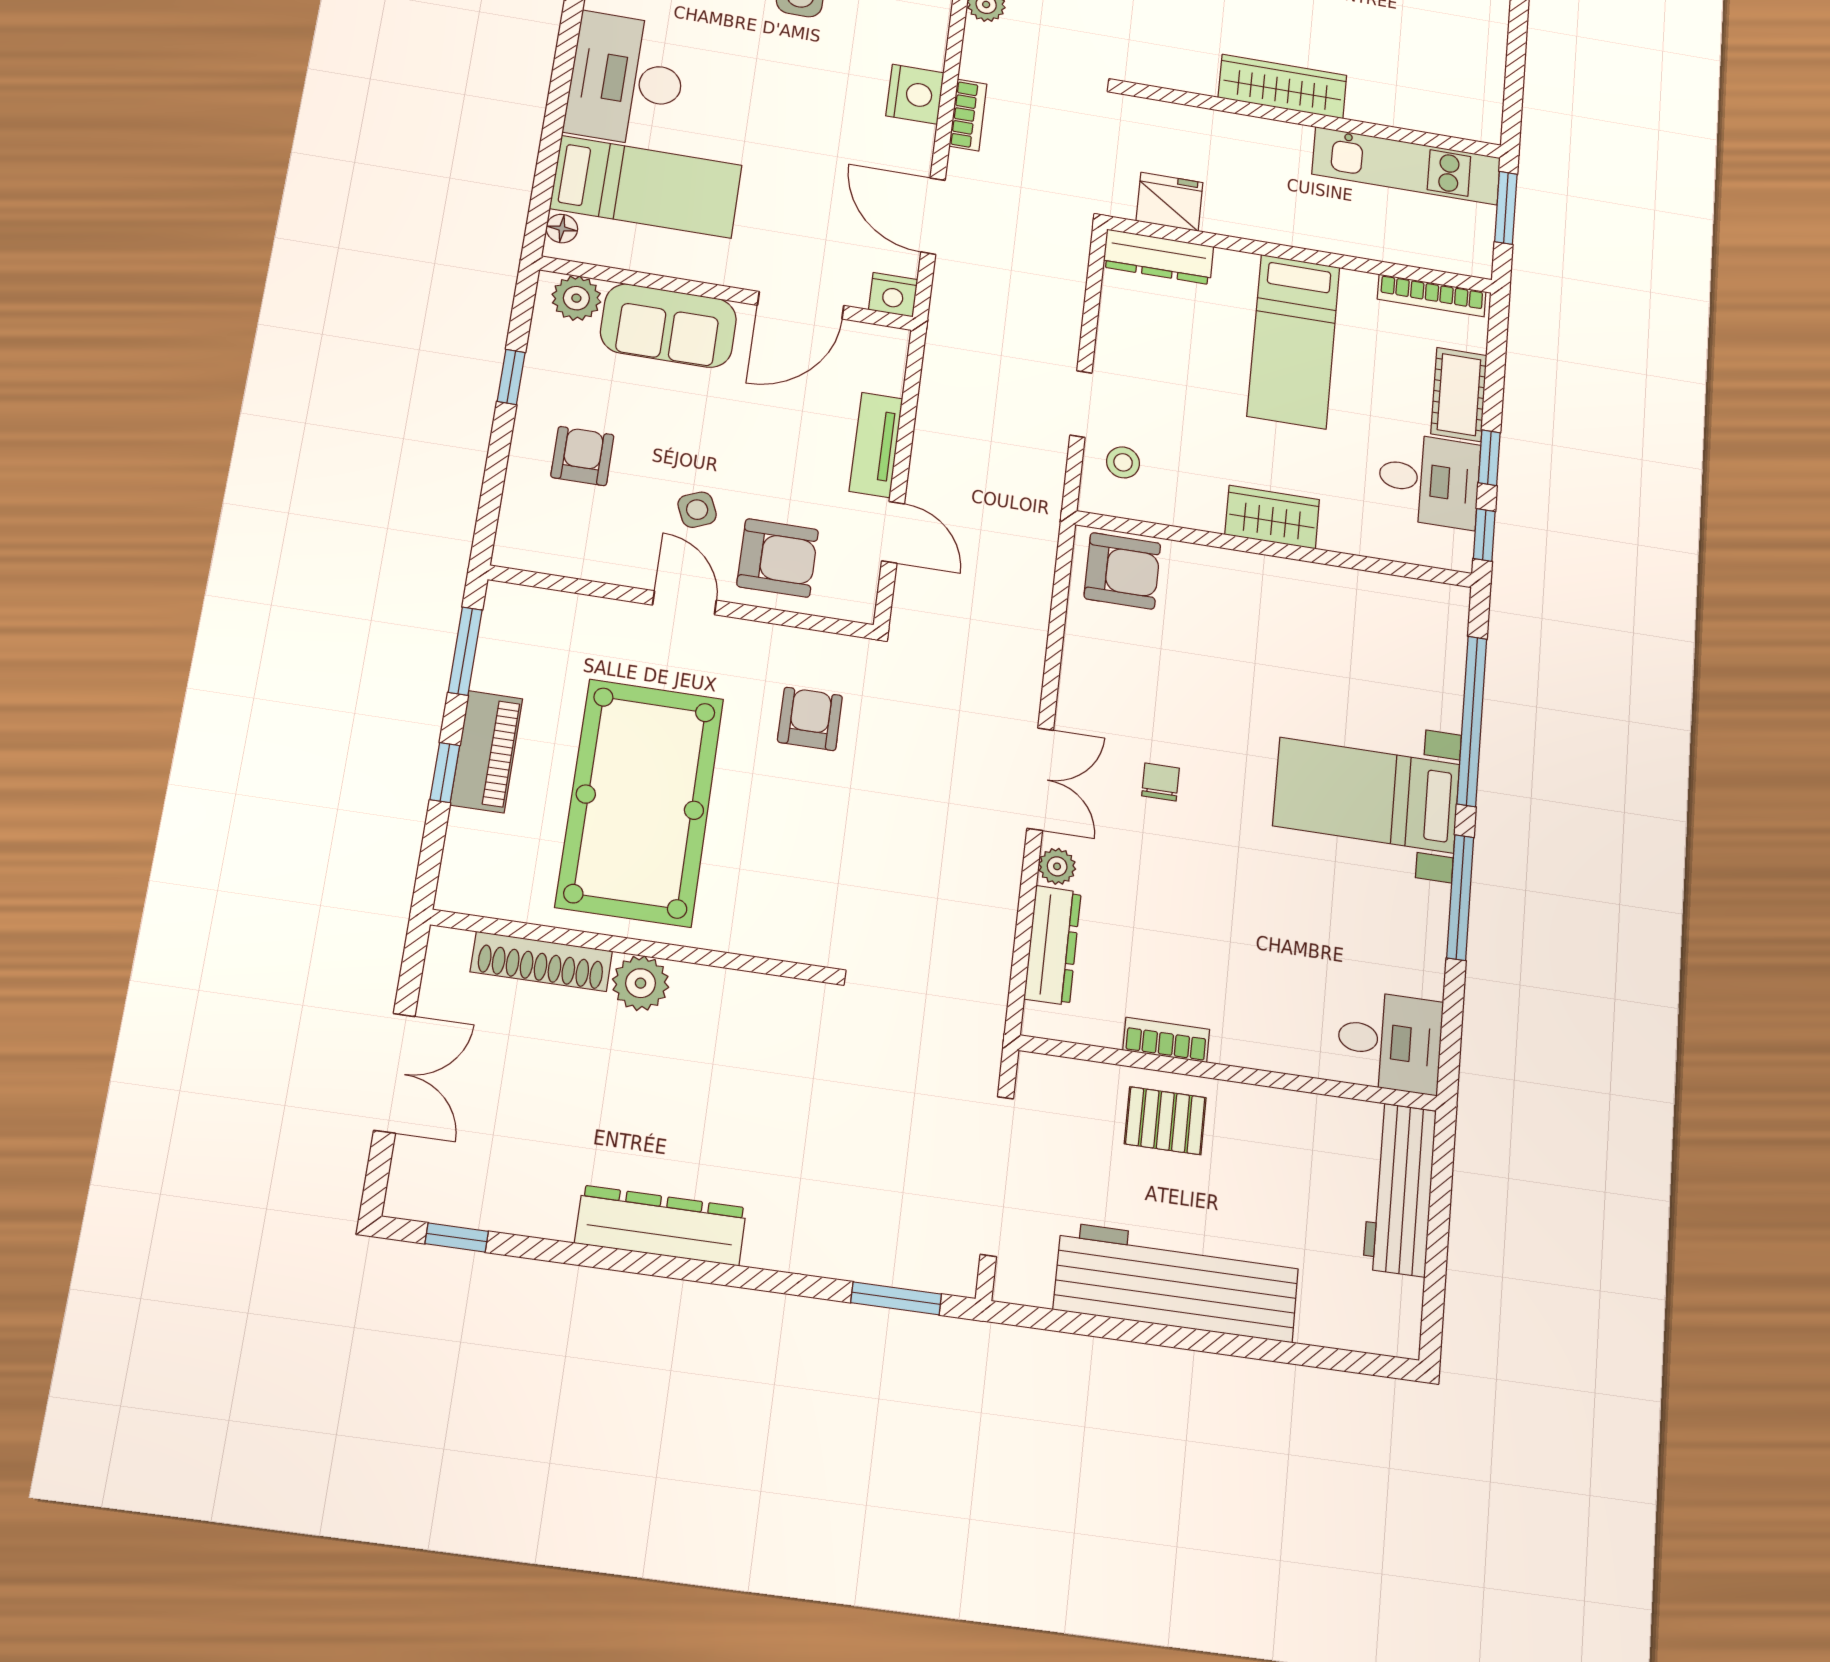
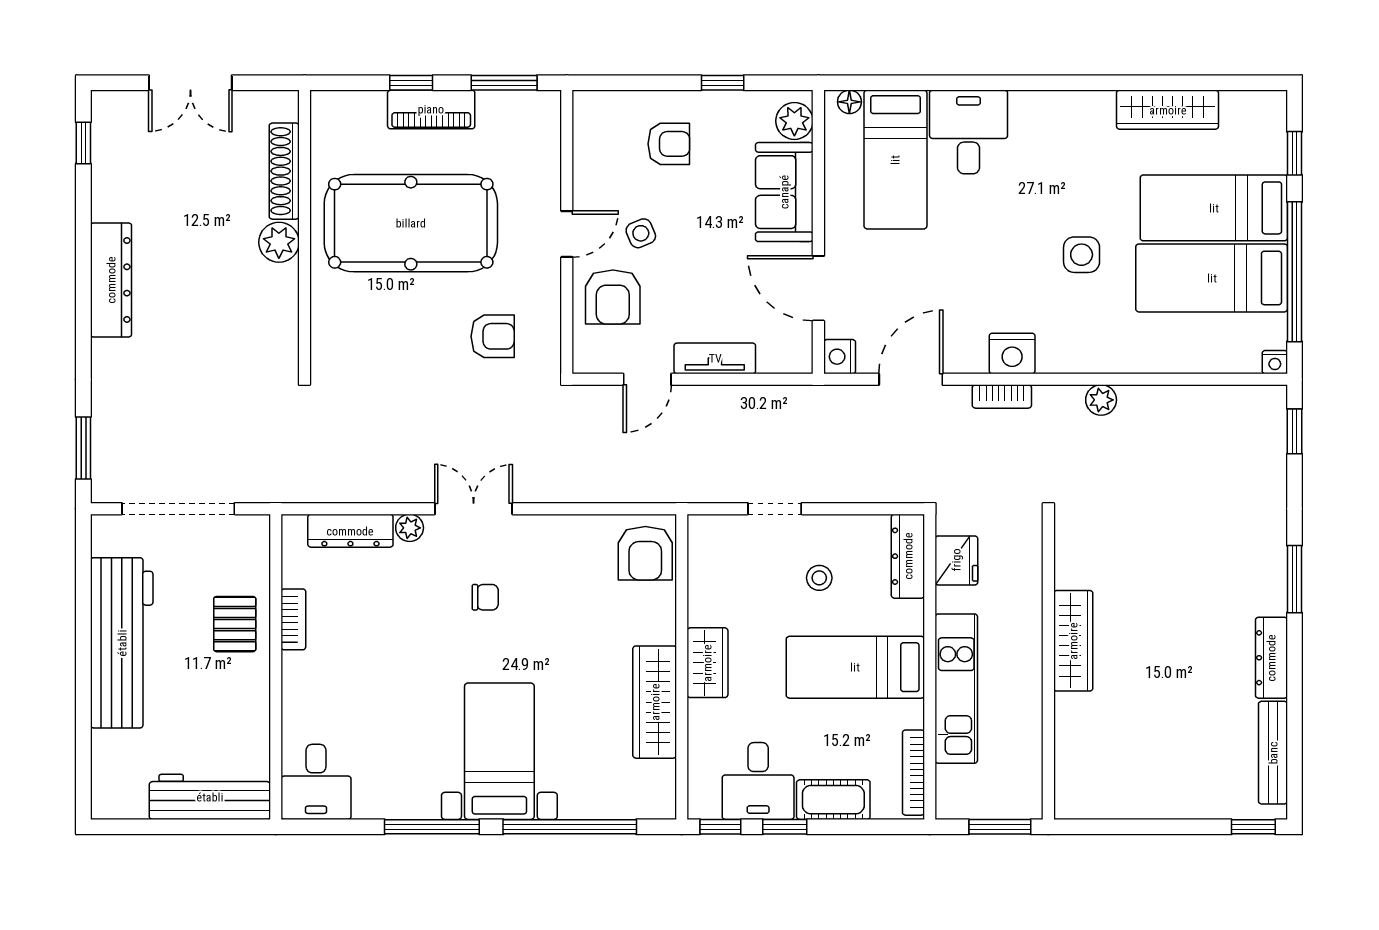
desk: (626, 80) -> (969, 132), width x0.73
kitchen unit: (1406, 166) -> (956, 689), moved, turned 180
stool: (1123, 462) -> (819, 578), moved
wardrobe: (1318, 590) -> (655, 702), added
double door: (1040, 779) -> (474, 509), swing flipped

